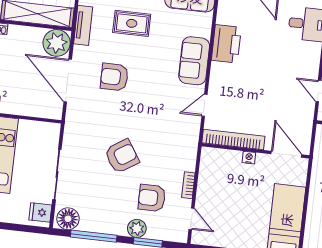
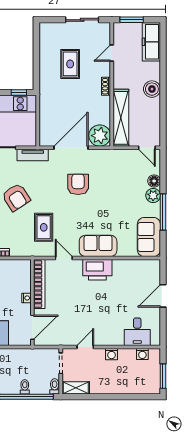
rug: (132, 23) -> (44, 227), moved
tv unit: (83, 25) -> (33, 155), moved
printer: (226, 44) -> (97, 270), moved

